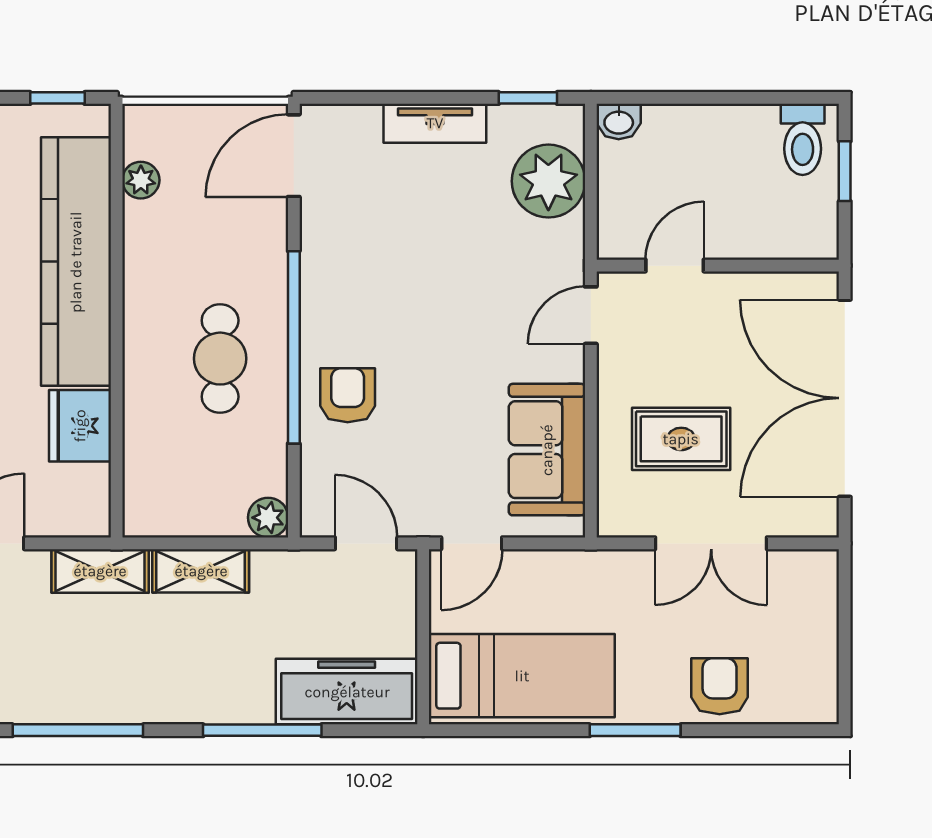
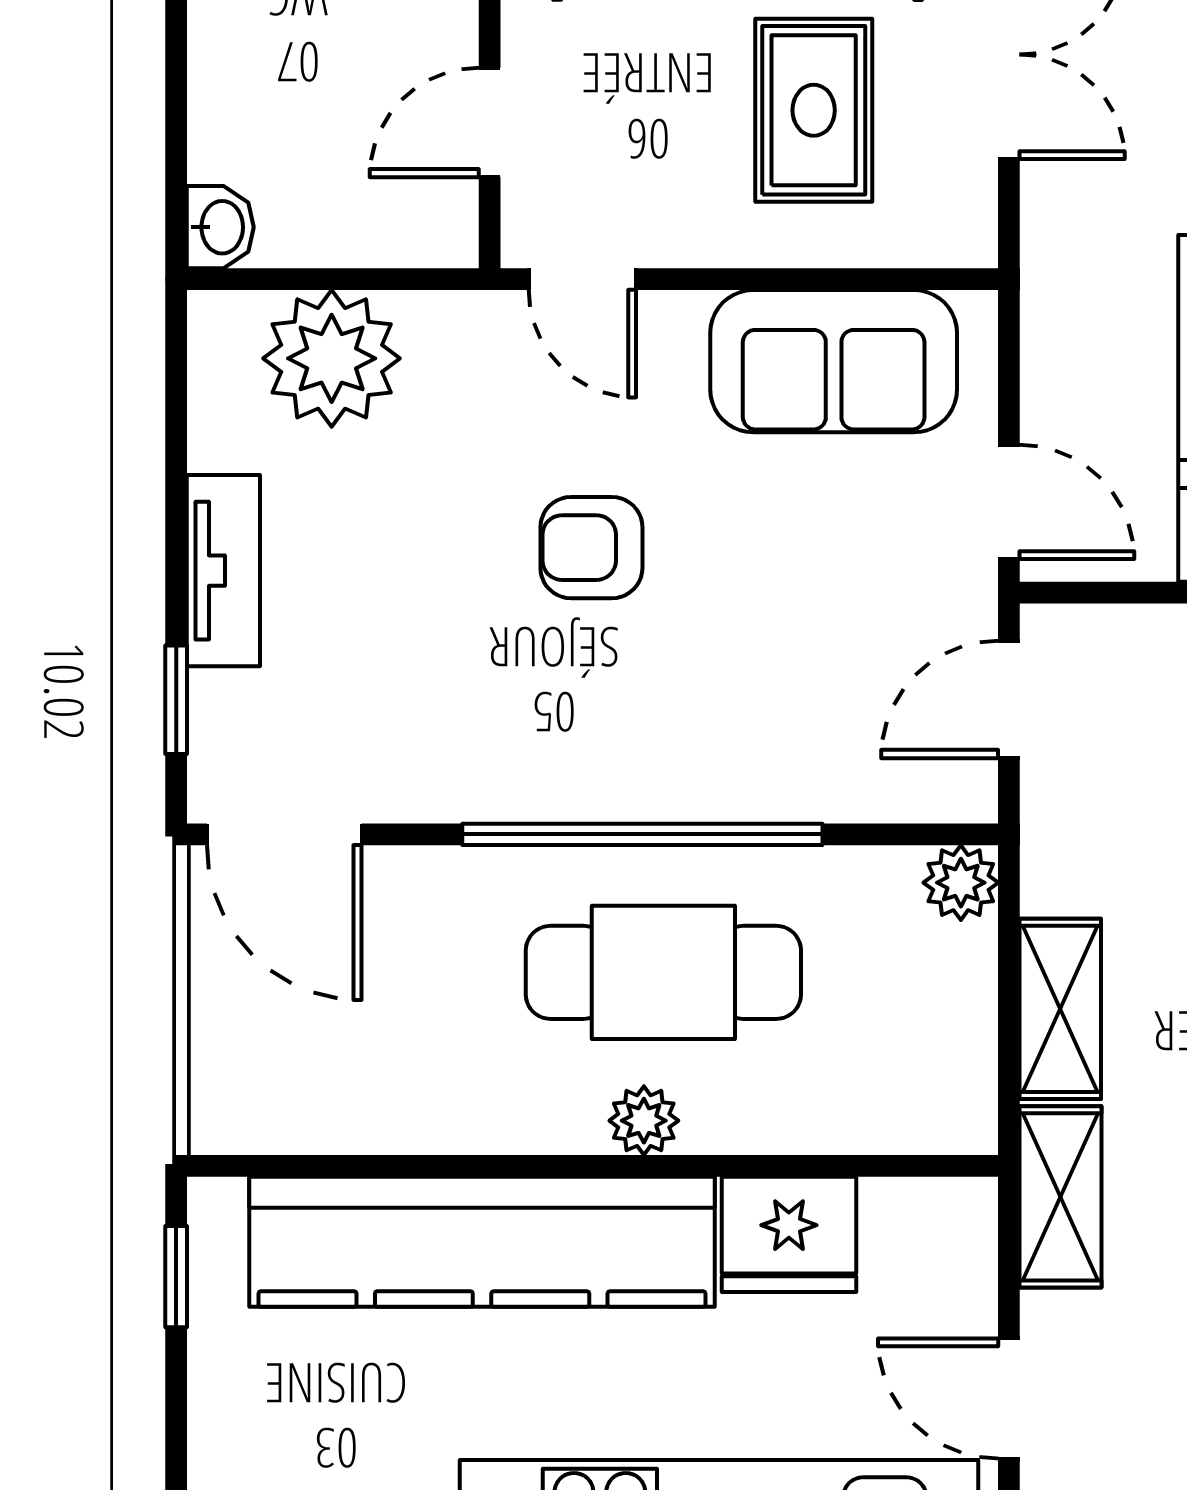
window: (528, 98) -> (176, 700), moved
plant: (141, 180) -> (644, 1121), moved
door: (675, 266) -> (490, 123), hinge flipped
cafe table: (220, 359) -> (663, 972), width x1.37, depth x1.35
armchair: (348, 395) -> (591, 548), moved

